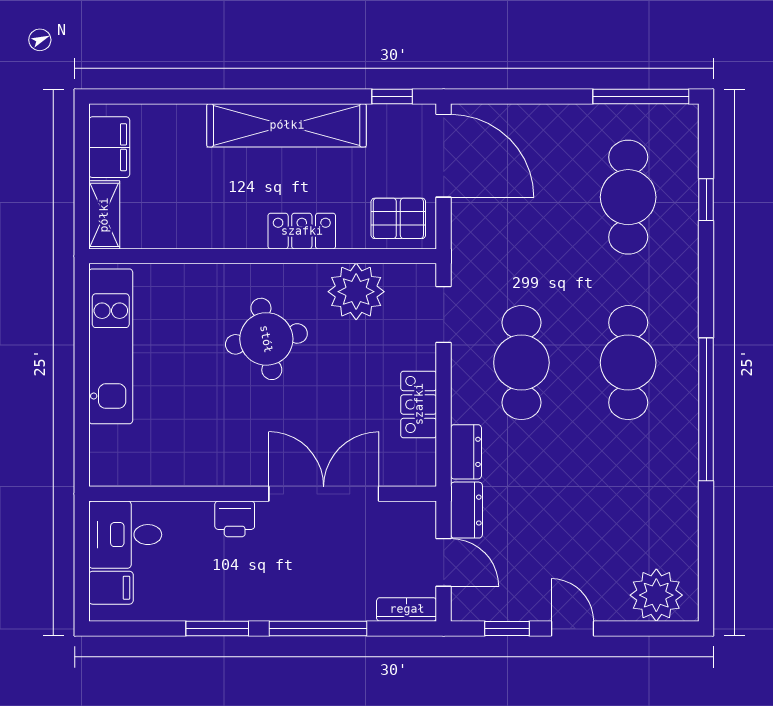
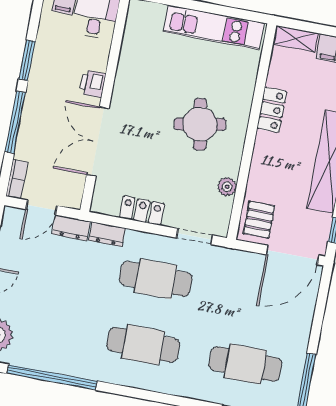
locker: (302, 231) -> (272, 110), moved
plant: (356, 292) -> (227, 187), width x0.53, depth x0.53
window: (706, 409) -> (52, 377), moved
double door: (324, 494) -> (98, 142), swing flipped

